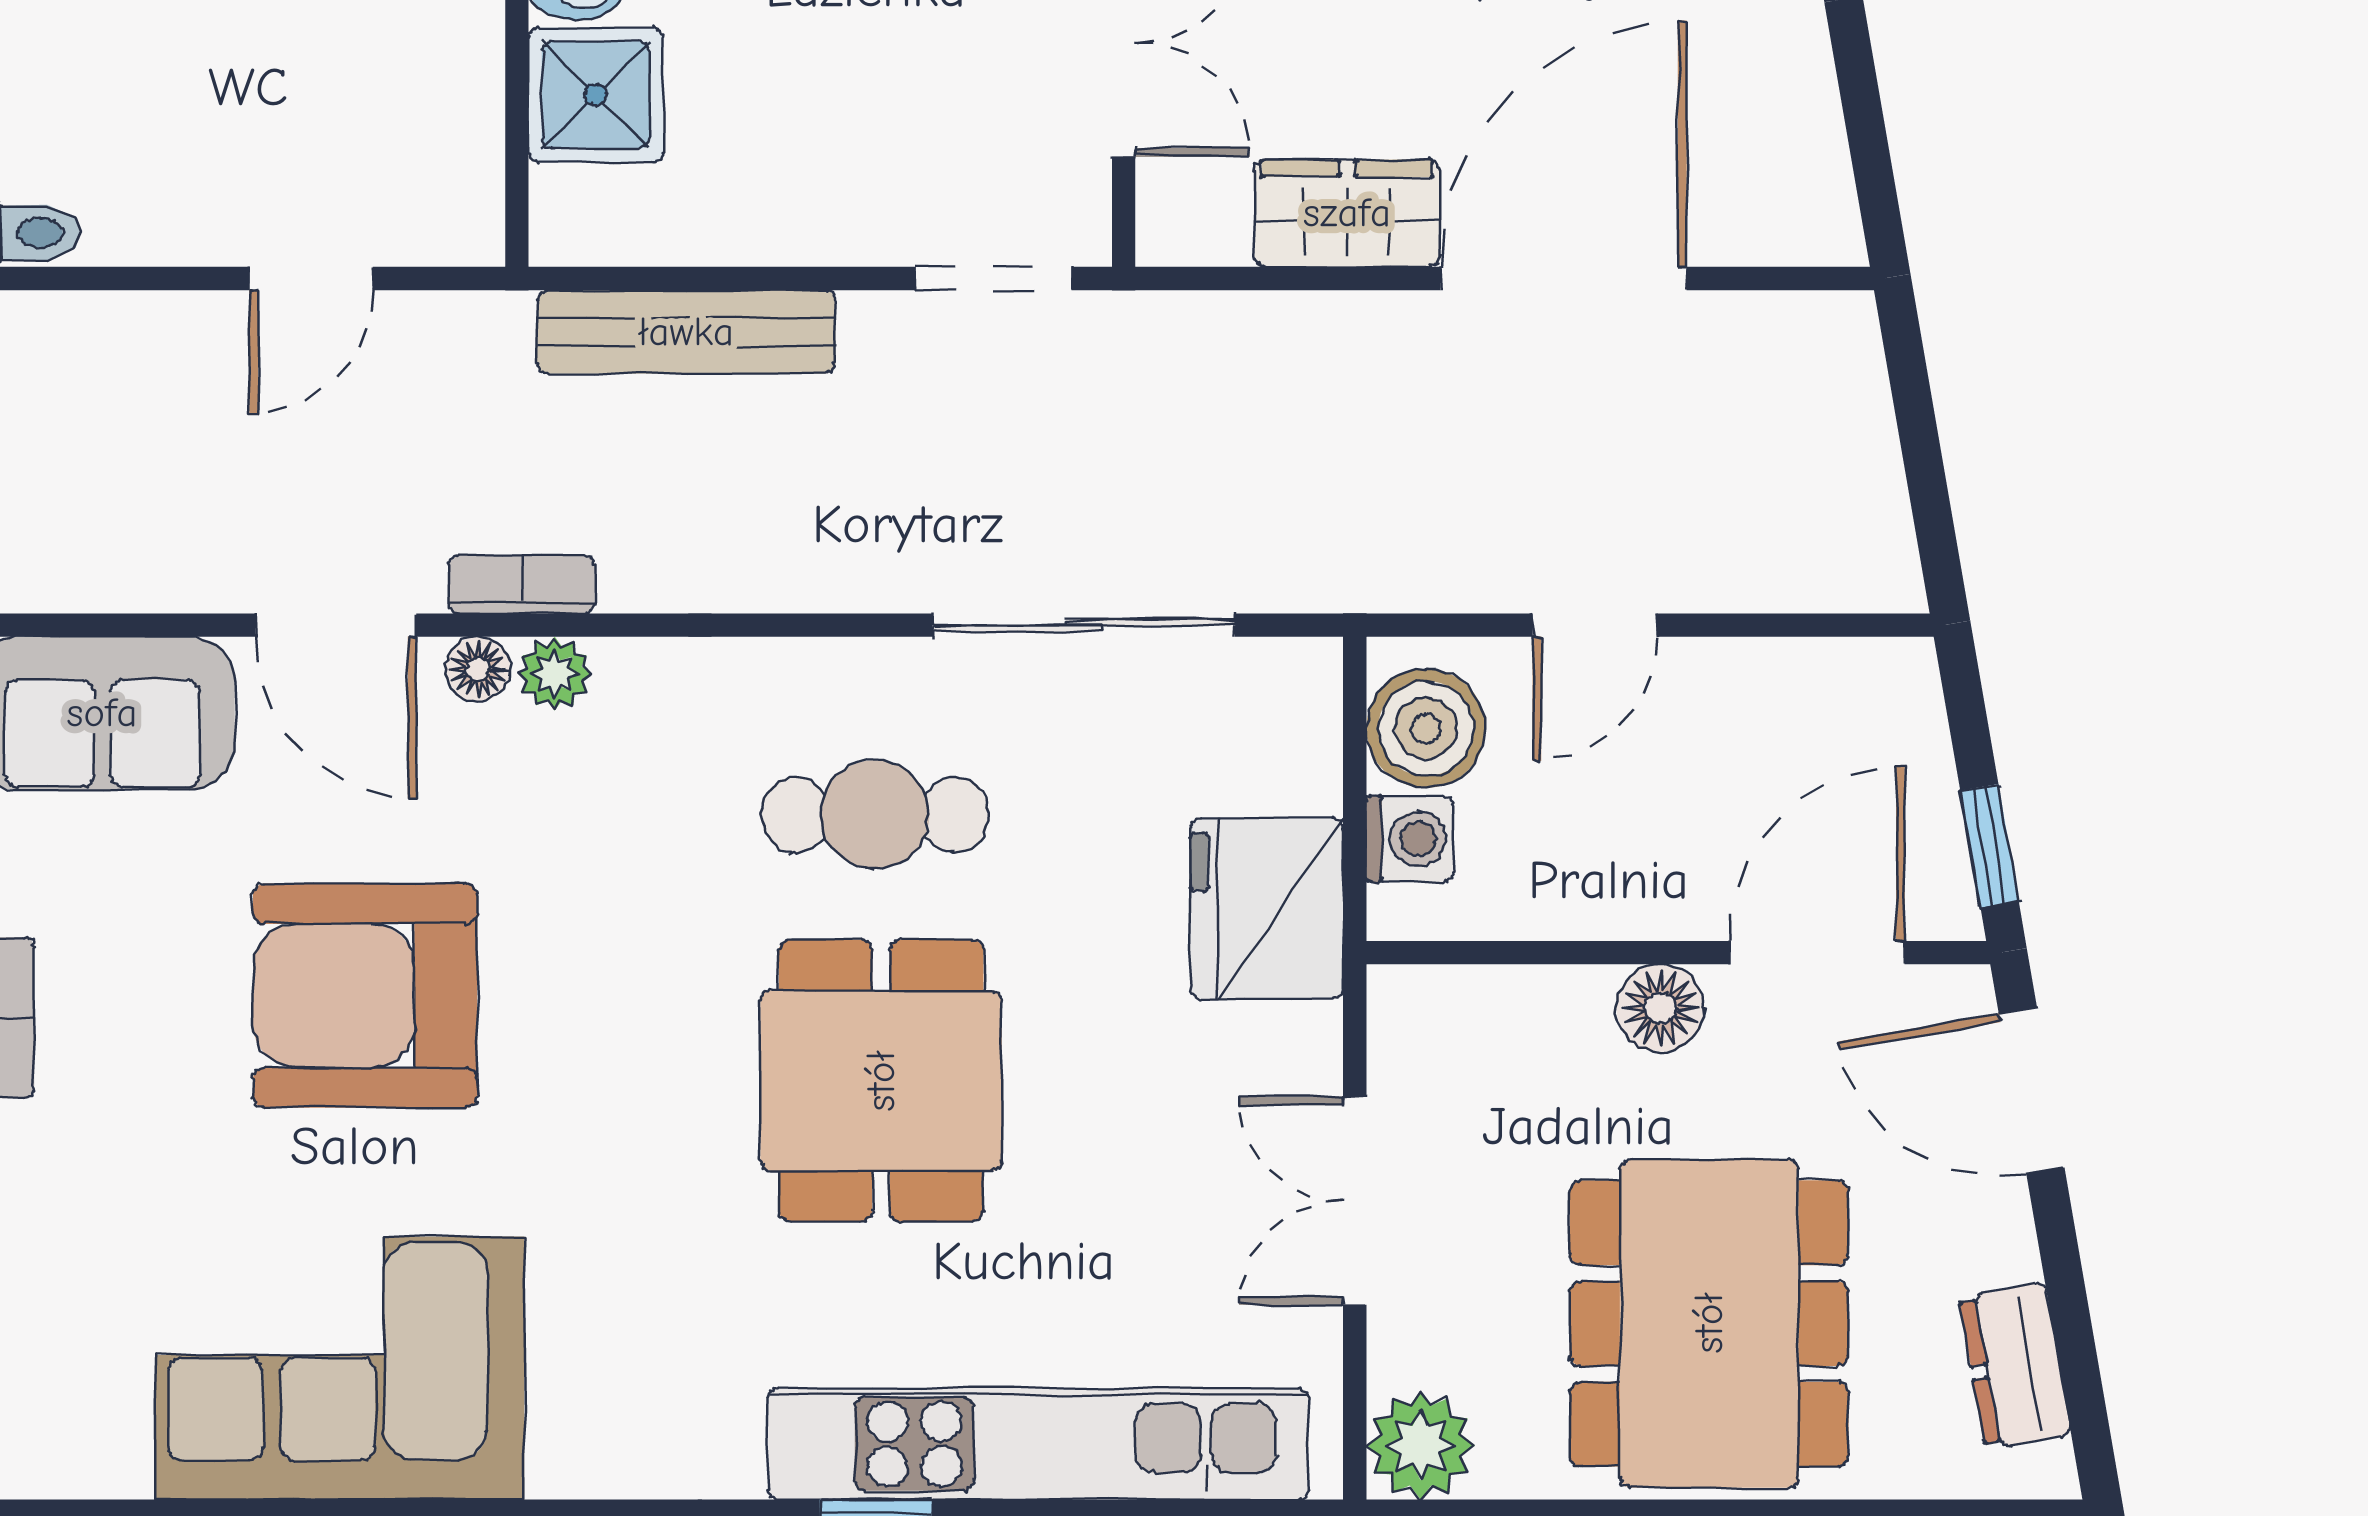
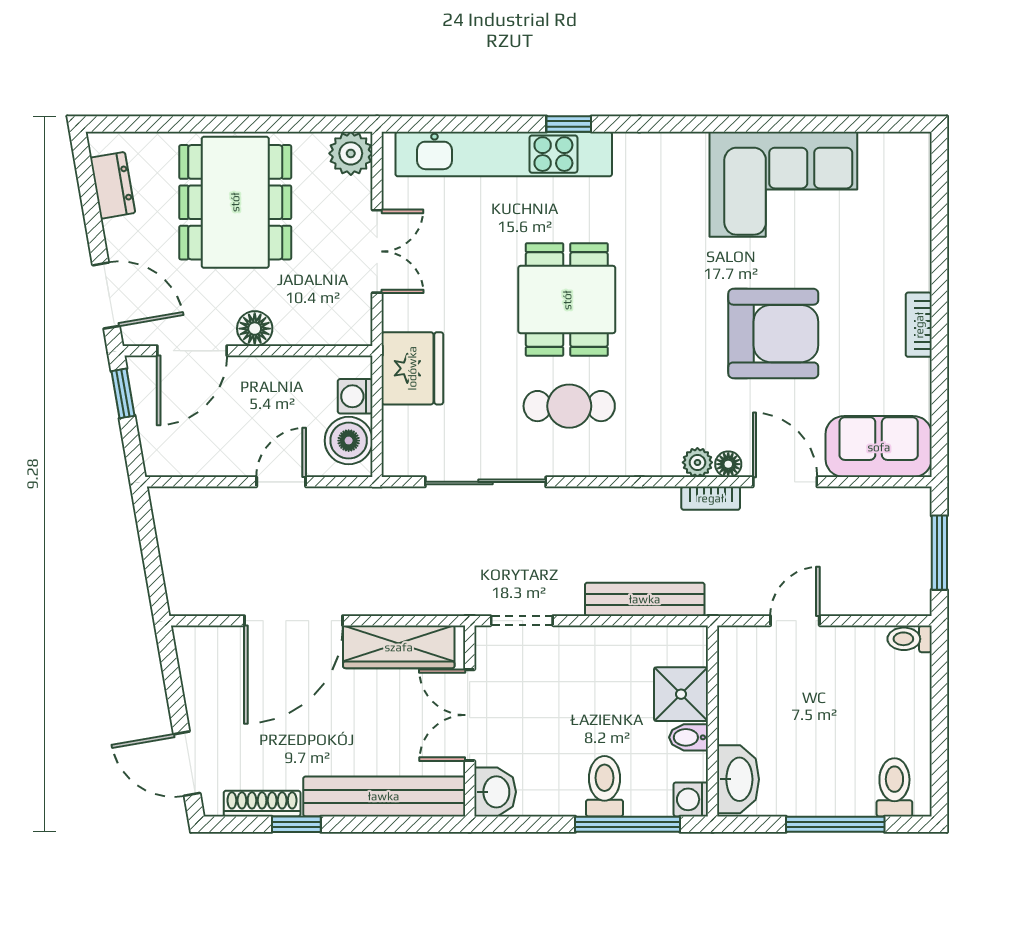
wardrobe: (1347, 213) -> (399, 647), width x1.50

